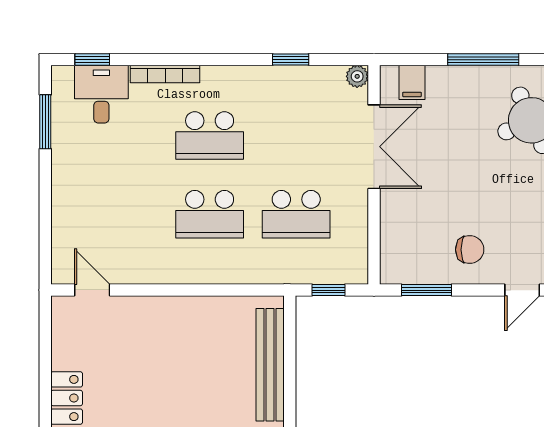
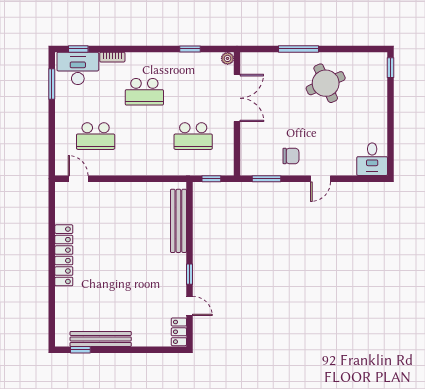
bookcase: (165, 74) -> (112, 57), width x0.64
filing cabinet: (412, 82) -> (258, 62), removed
desk: (101, 94) -> (78, 68), width x1.37
school desk: (210, 214) -> (96, 136), moved

